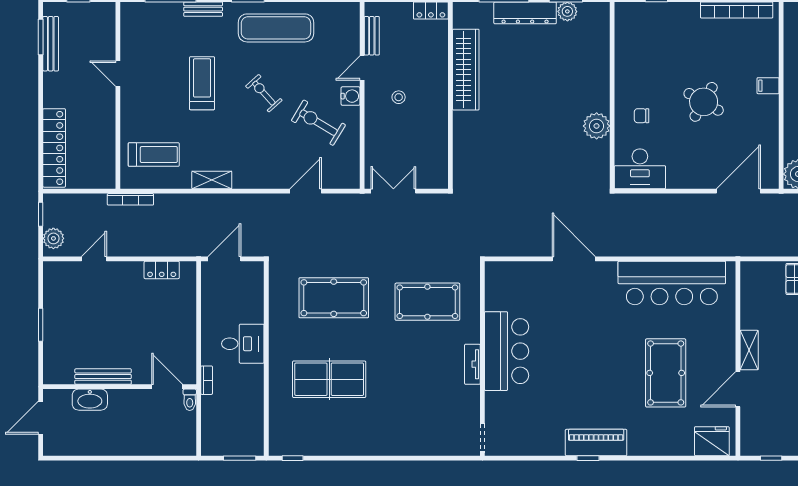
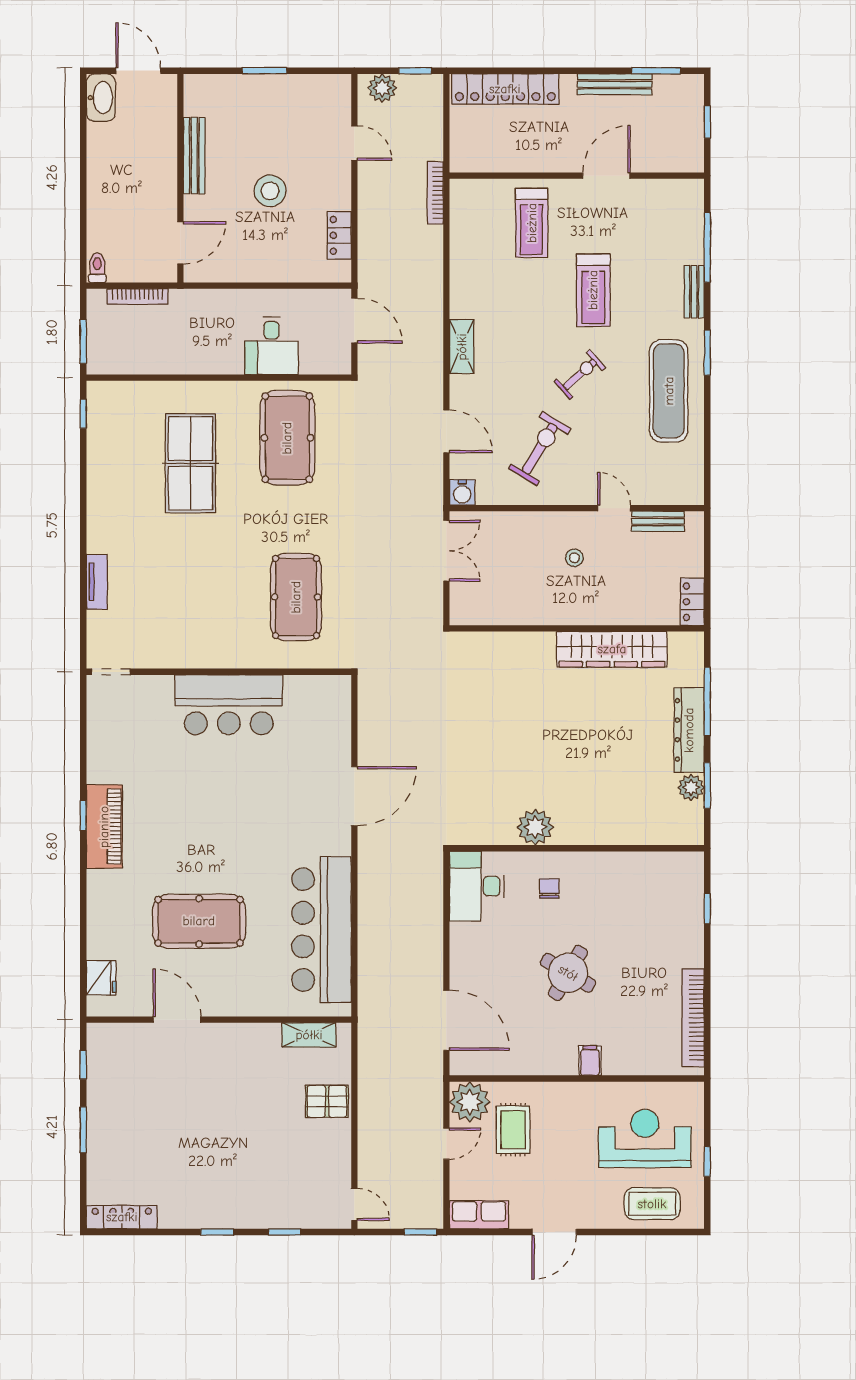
bench: (51, 44) -> (615, 84), moved
door: (118, 74) -> (606, 176), width x1.38
treadmill: (202, 83) -> (593, 290), turned 90
water cooler: (351, 96) -> (462, 492), moved
treadmill: (154, 155) -> (532, 223), moved
shelving: (212, 180) -> (462, 347), moved
pool table: (334, 298) -> (287, 438), moved
stool: (129, 321) -> (270, 191), added
desk: (243, 344) -> (271, 346), moved
shelving: (749, 350) -> (309, 1035), moved
tv unit: (472, 364) -> (97, 582), moved, turned 90
bookcase: (207, 380) -> (138, 296), moved, width x1.56
washbasin: (90, 400) -> (101, 98), moved, turned 180
toilet: (190, 400) -> (97, 268), moved, turned 90
fridge: (712, 441) -> (101, 978), width x0.73, depth x0.75

